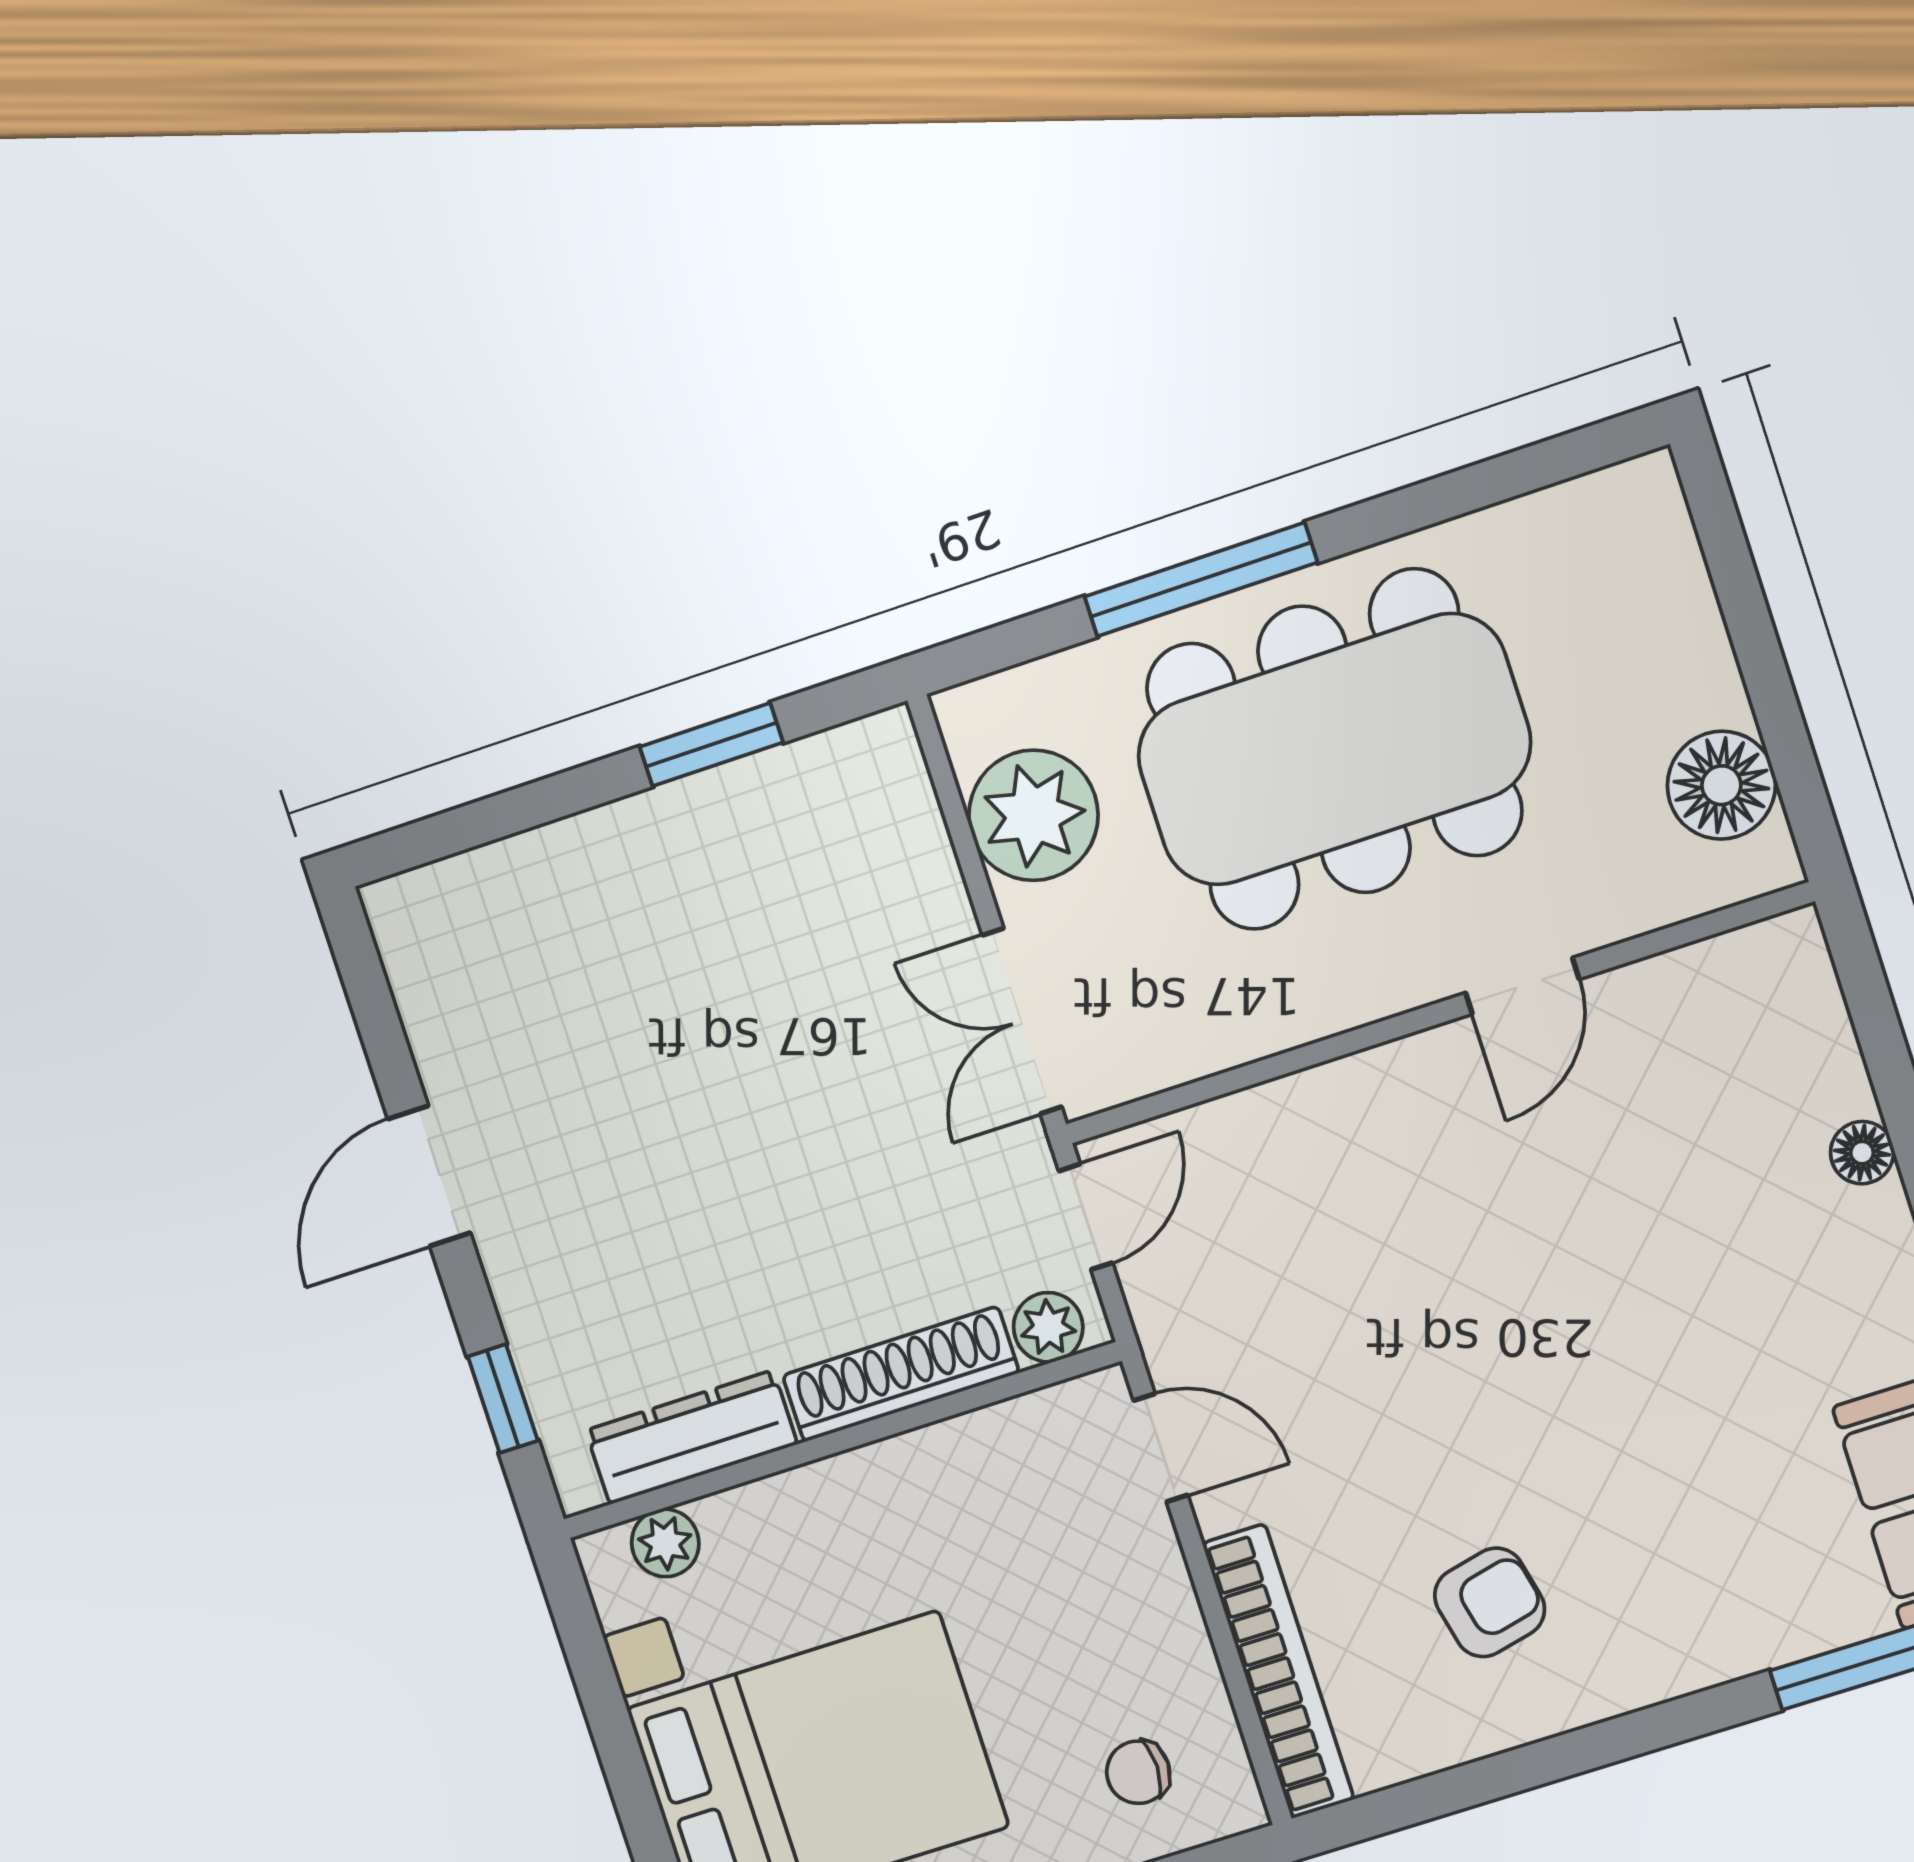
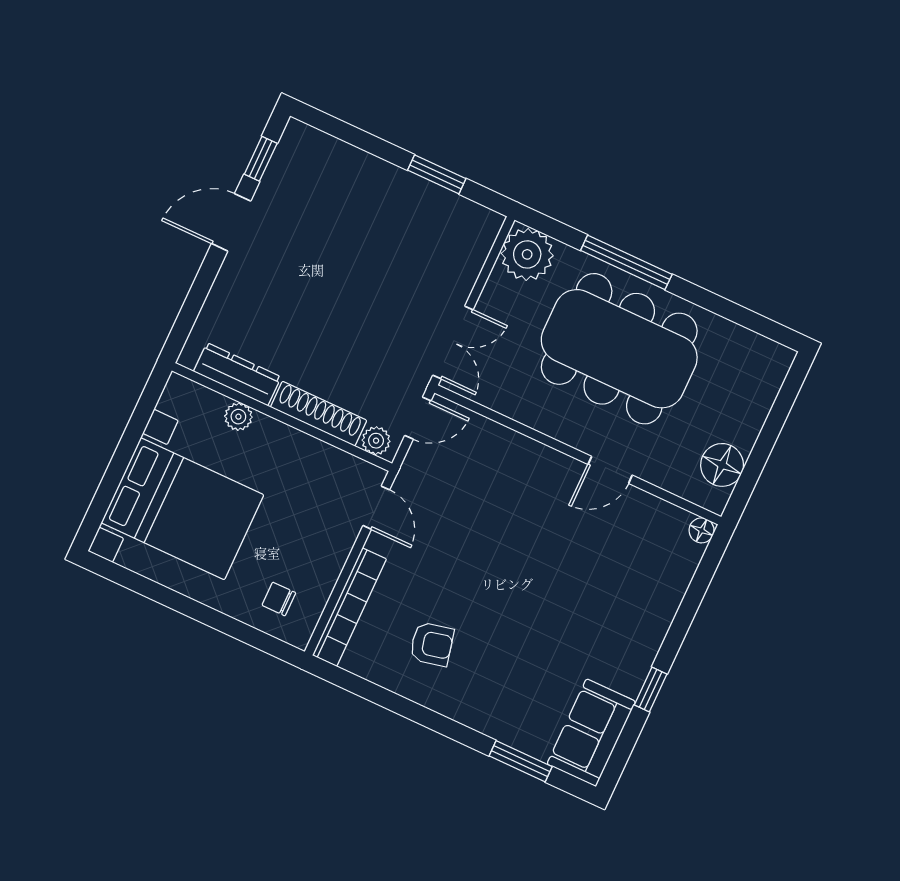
plant: (1033, 815) -> (527, 254), moved
double door: (1022, 1021) -> (453, 343), swing flipped
floor lamp: (1862, 1153) -> (702, 530), moved
window: (503, 1399) -> (261, 159), moved
plant: (665, 1543) -> (238, 417), moved

